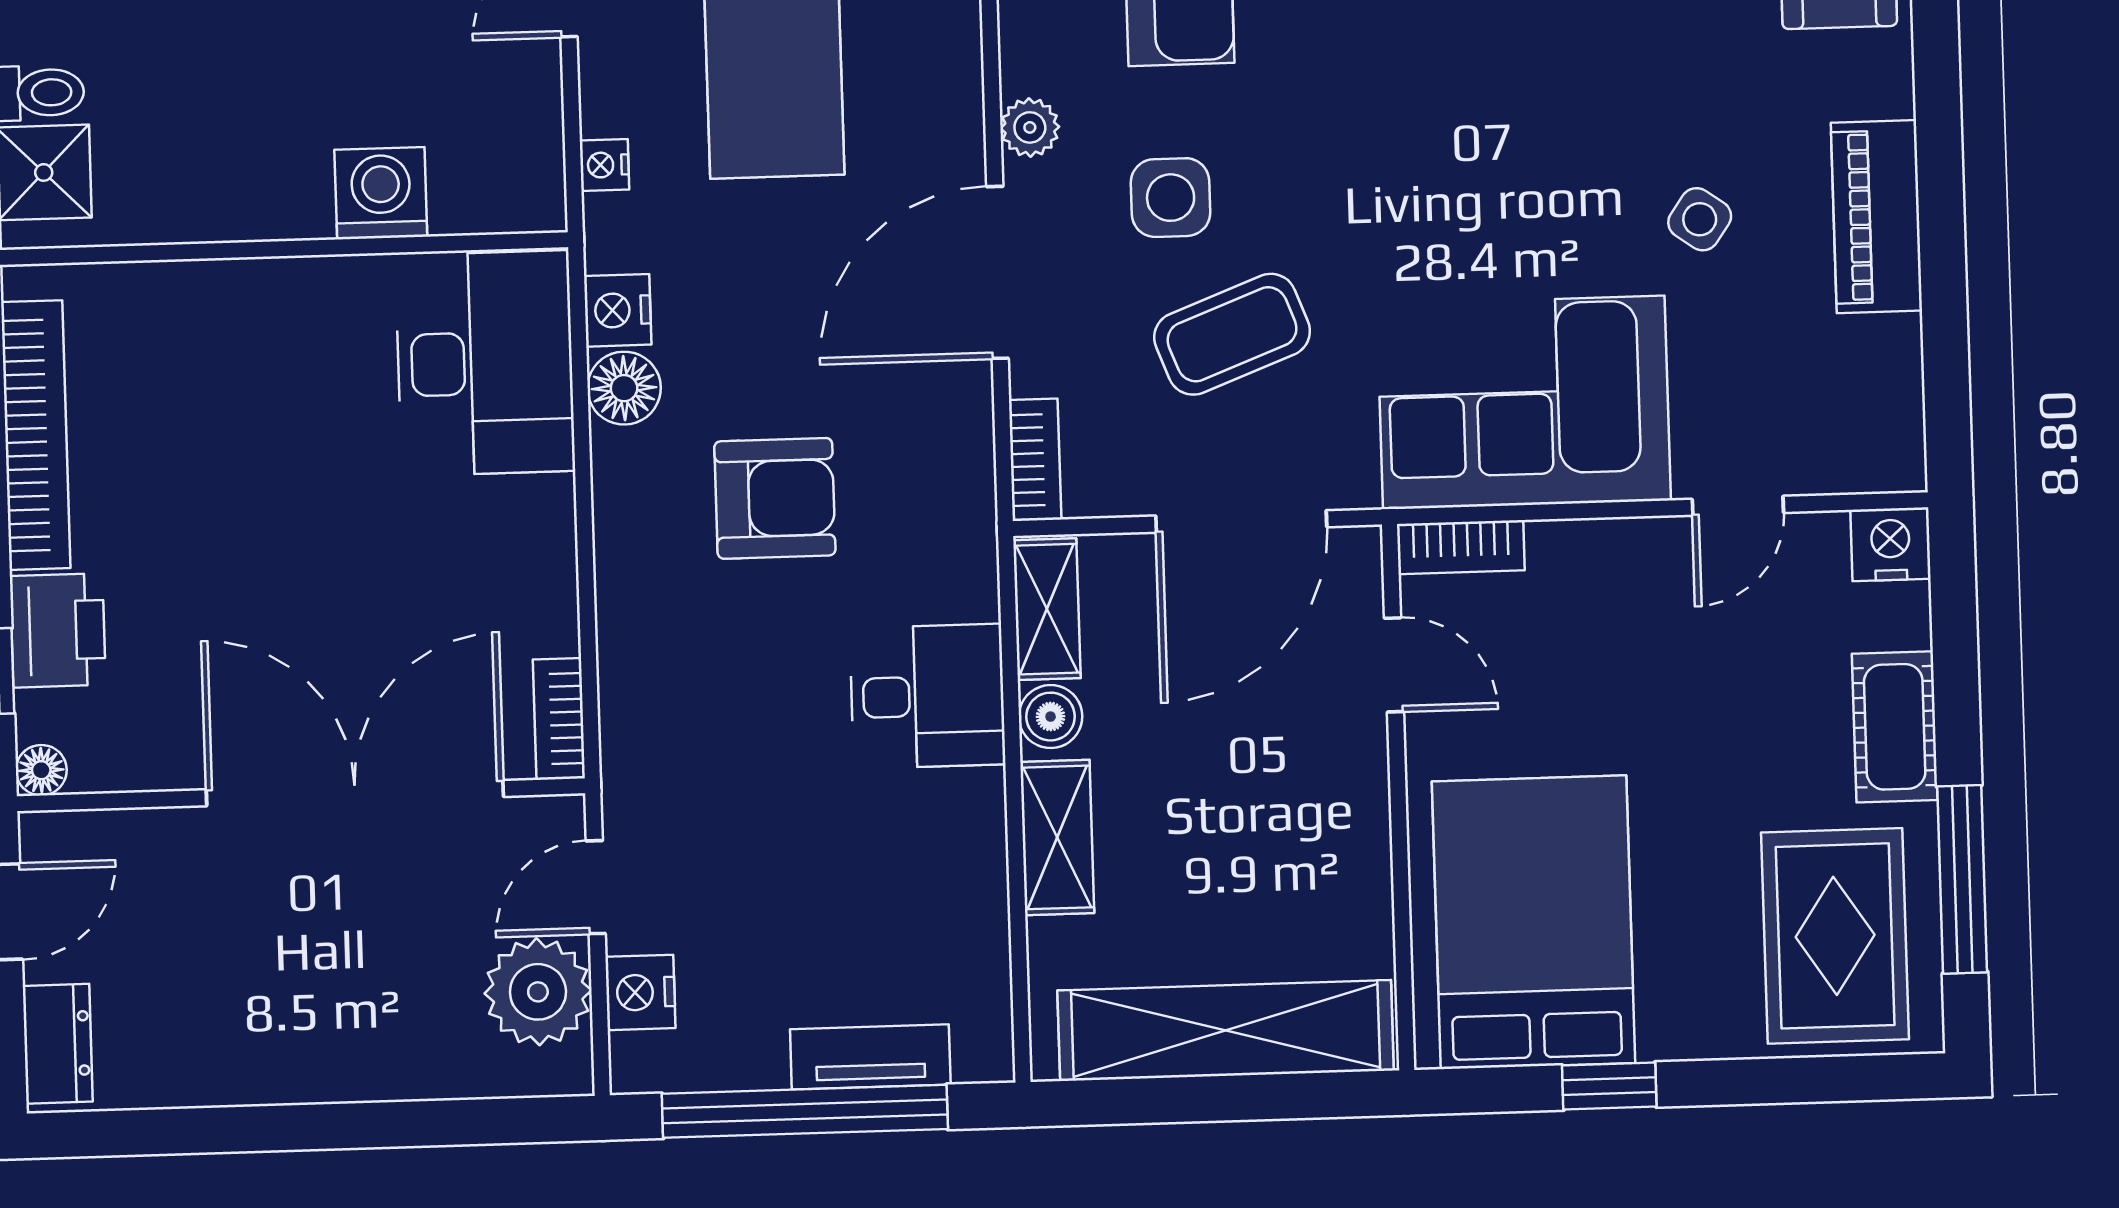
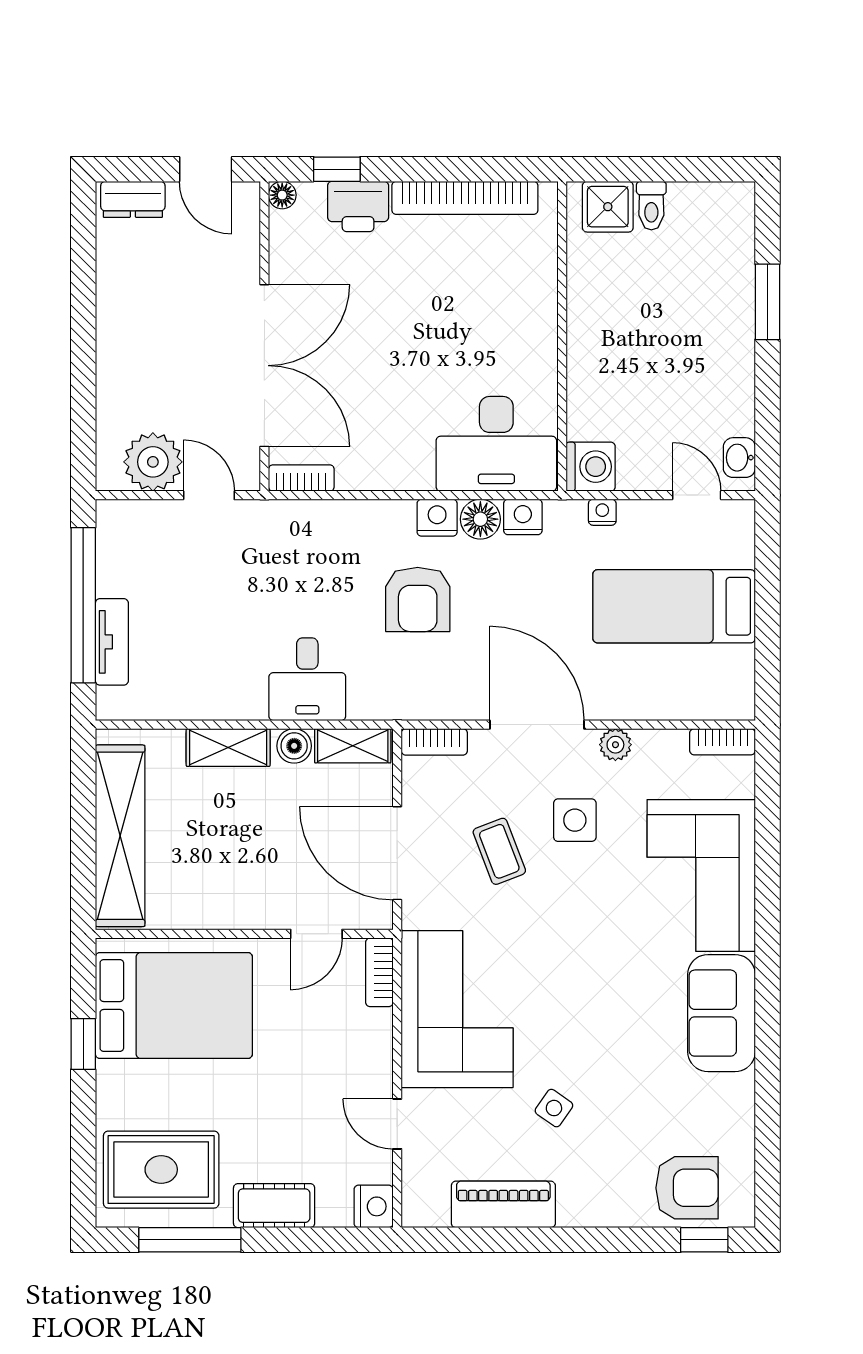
washing machine: (381, 193) -> (591, 467), moved
piano: (1876, 217) -> (503, 1204), moved
coffee table: (1232, 334) -> (499, 851), width x0.73, depth x0.77
nightstand: (640, 992) -> (437, 518), moved

